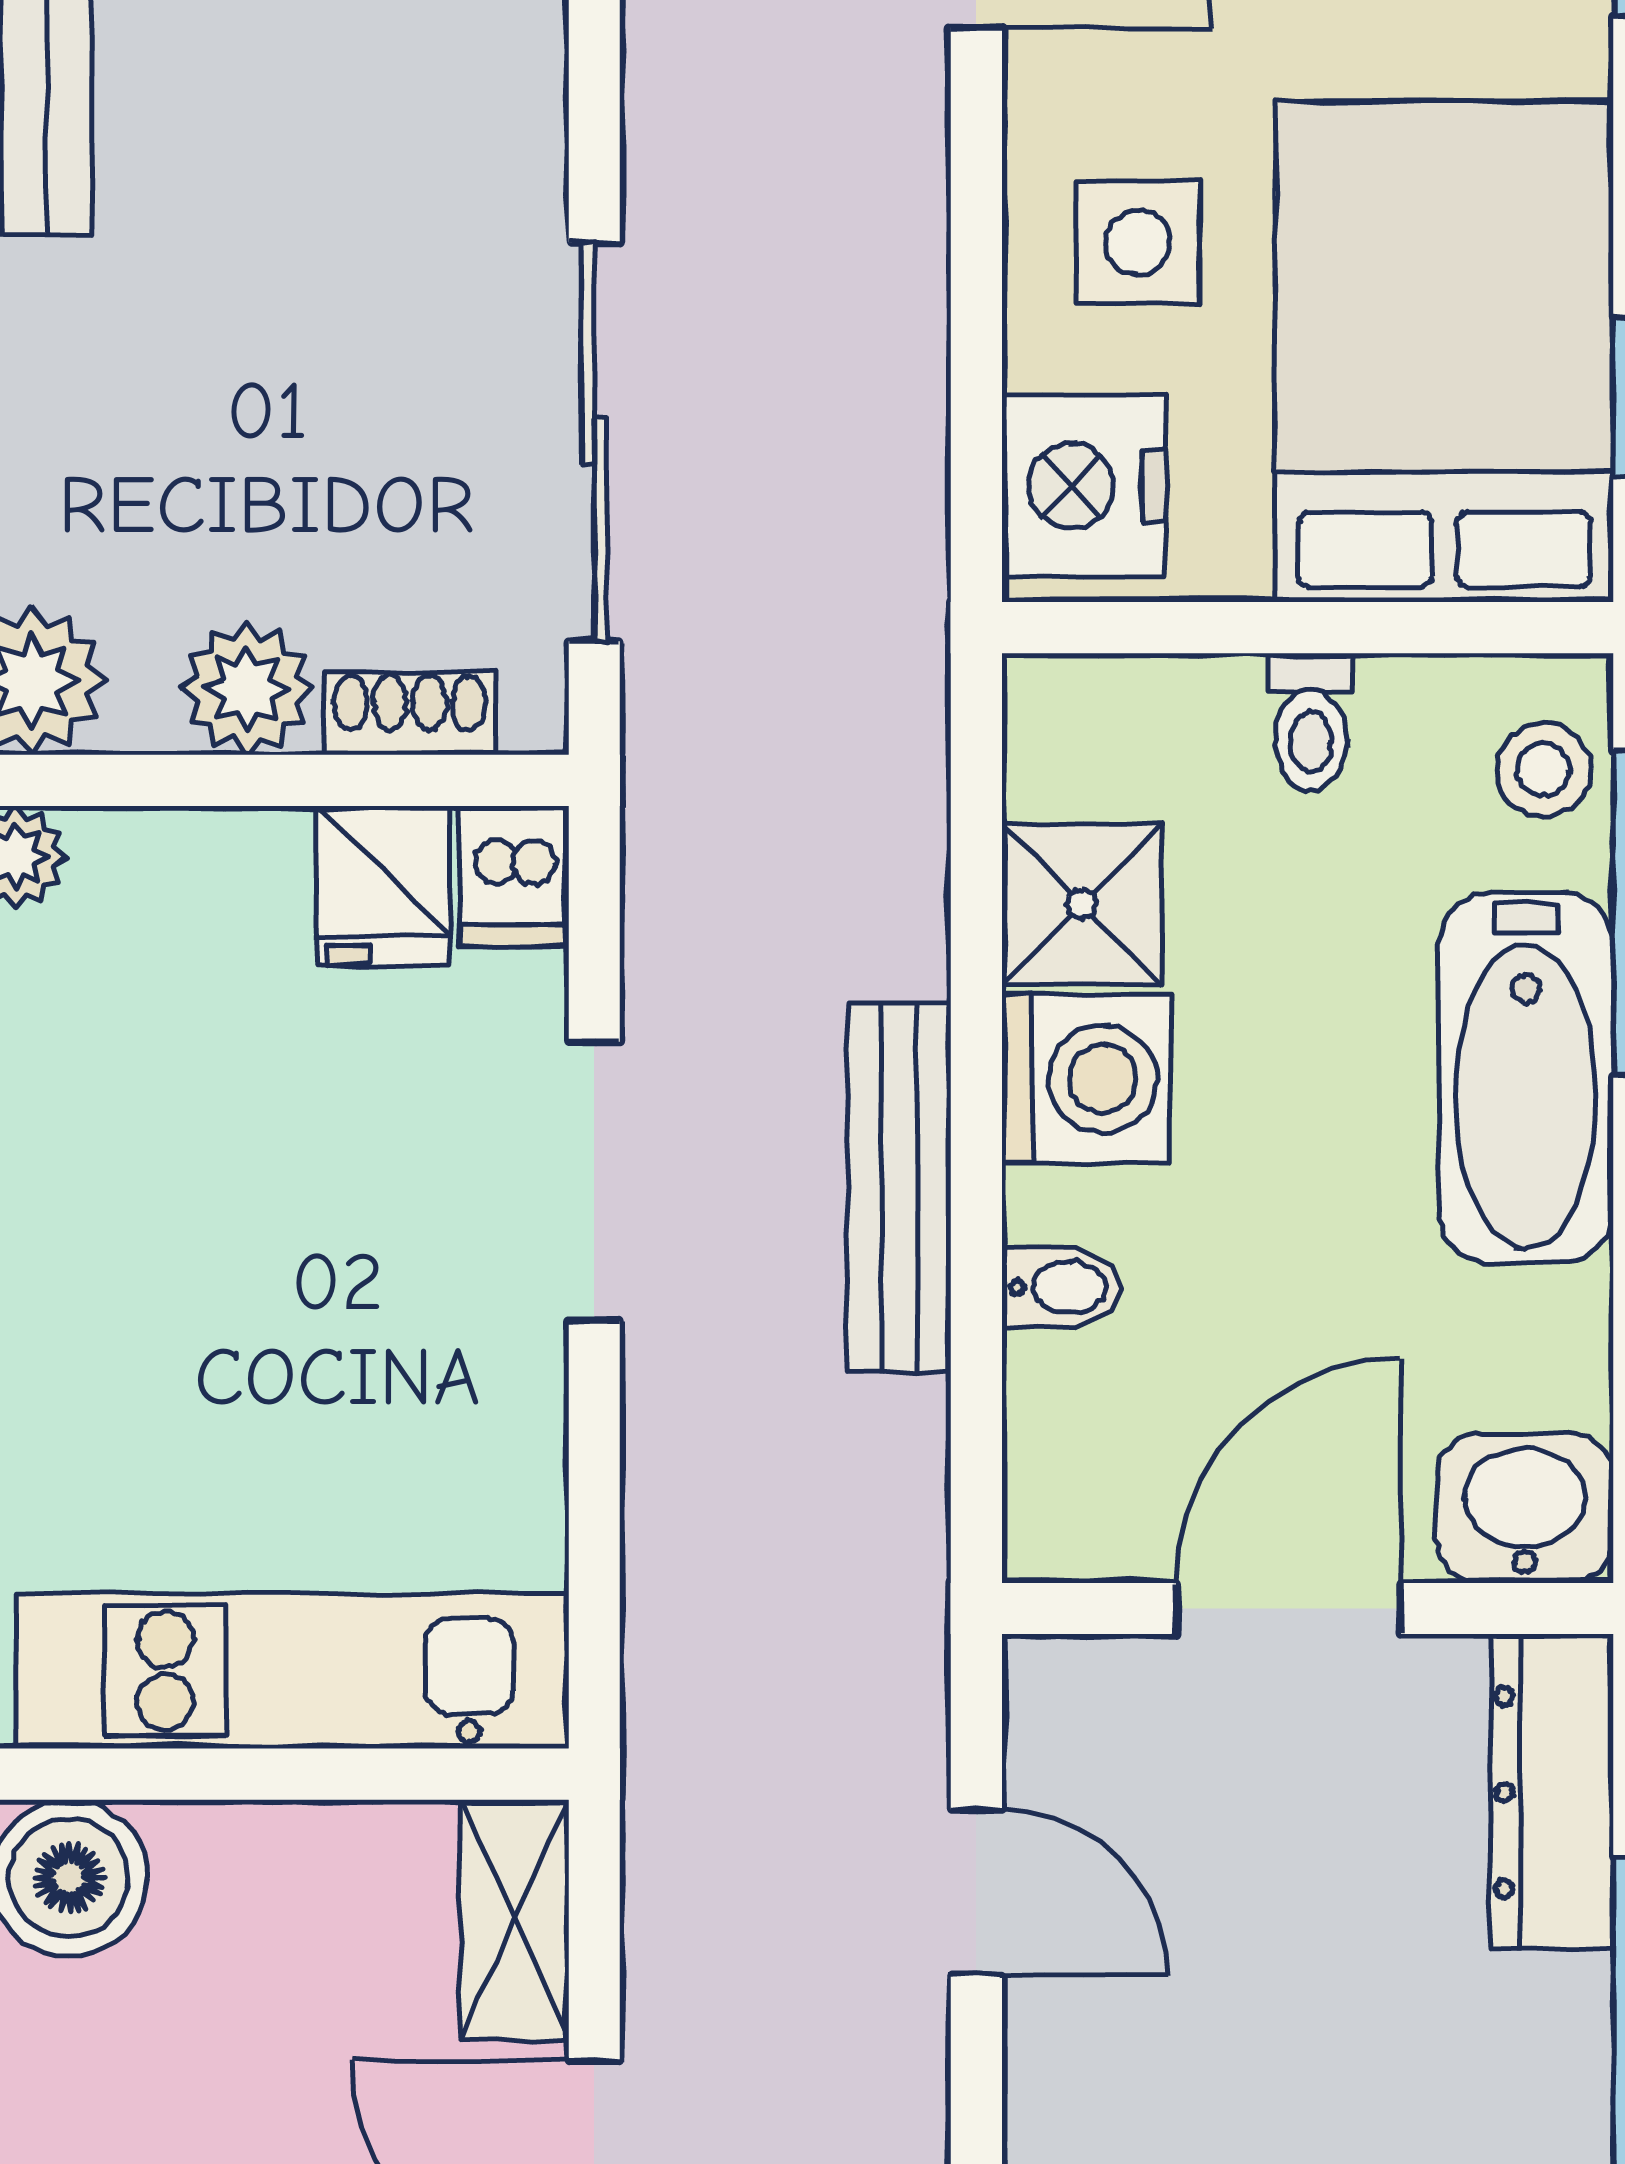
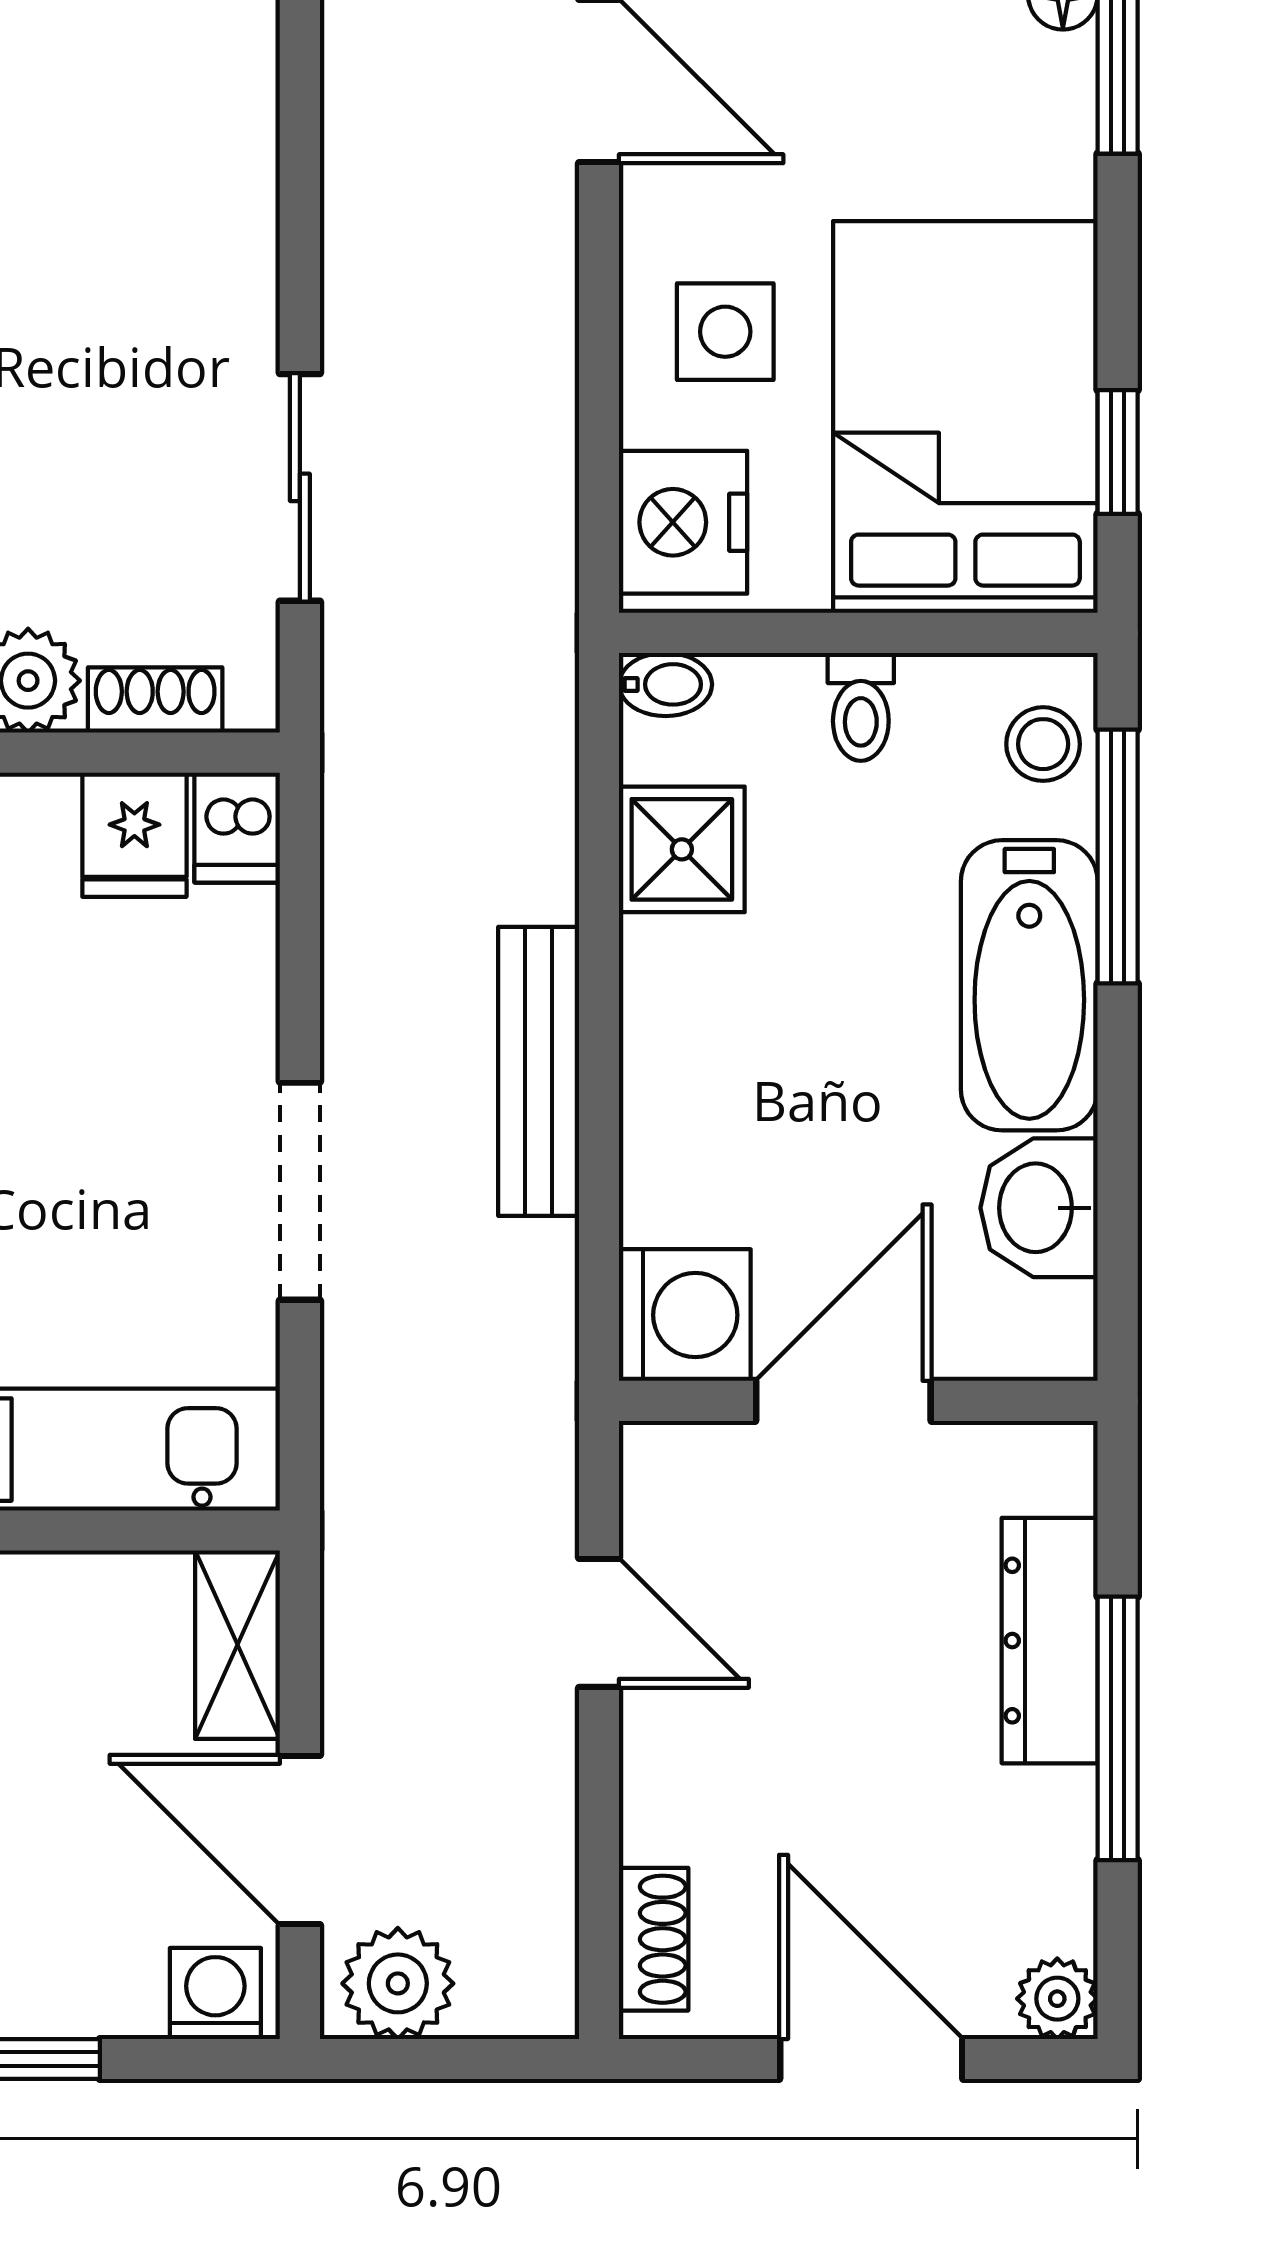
sliding door: (594, 442) -> (300, 487), width x0.73
washing machine: (1086, 1079) -> (685, 1315), moved
doorway: (594, 1182) -> (300, 1191), moved
bidet: (1061, 1287) -> (666, 684), moved
washbasin: (1525, 1508) -> (1039, 1208), moved, turned -90
dresser: (1552, 1792) -> (1050, 1641), moved

